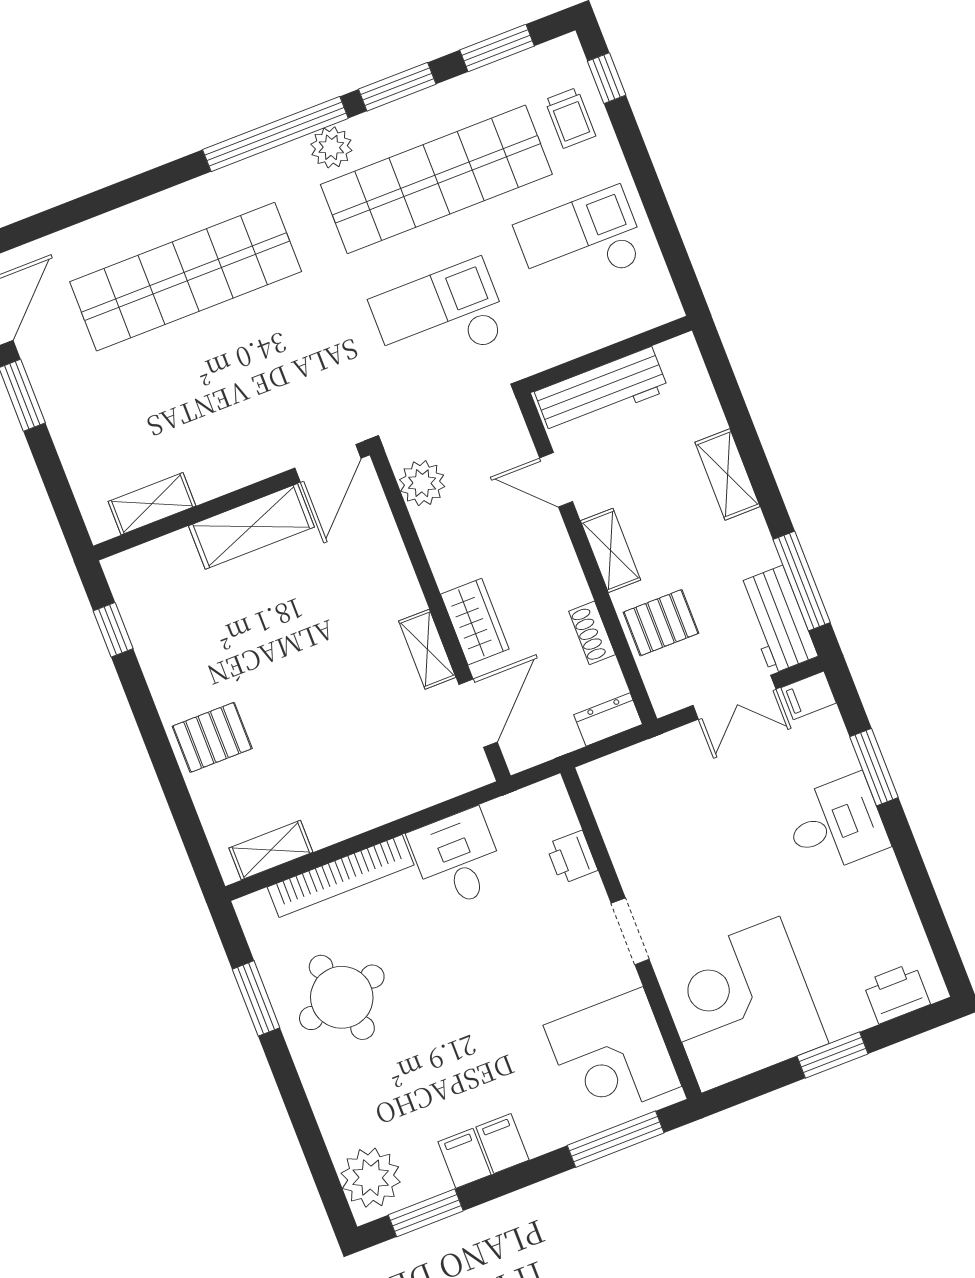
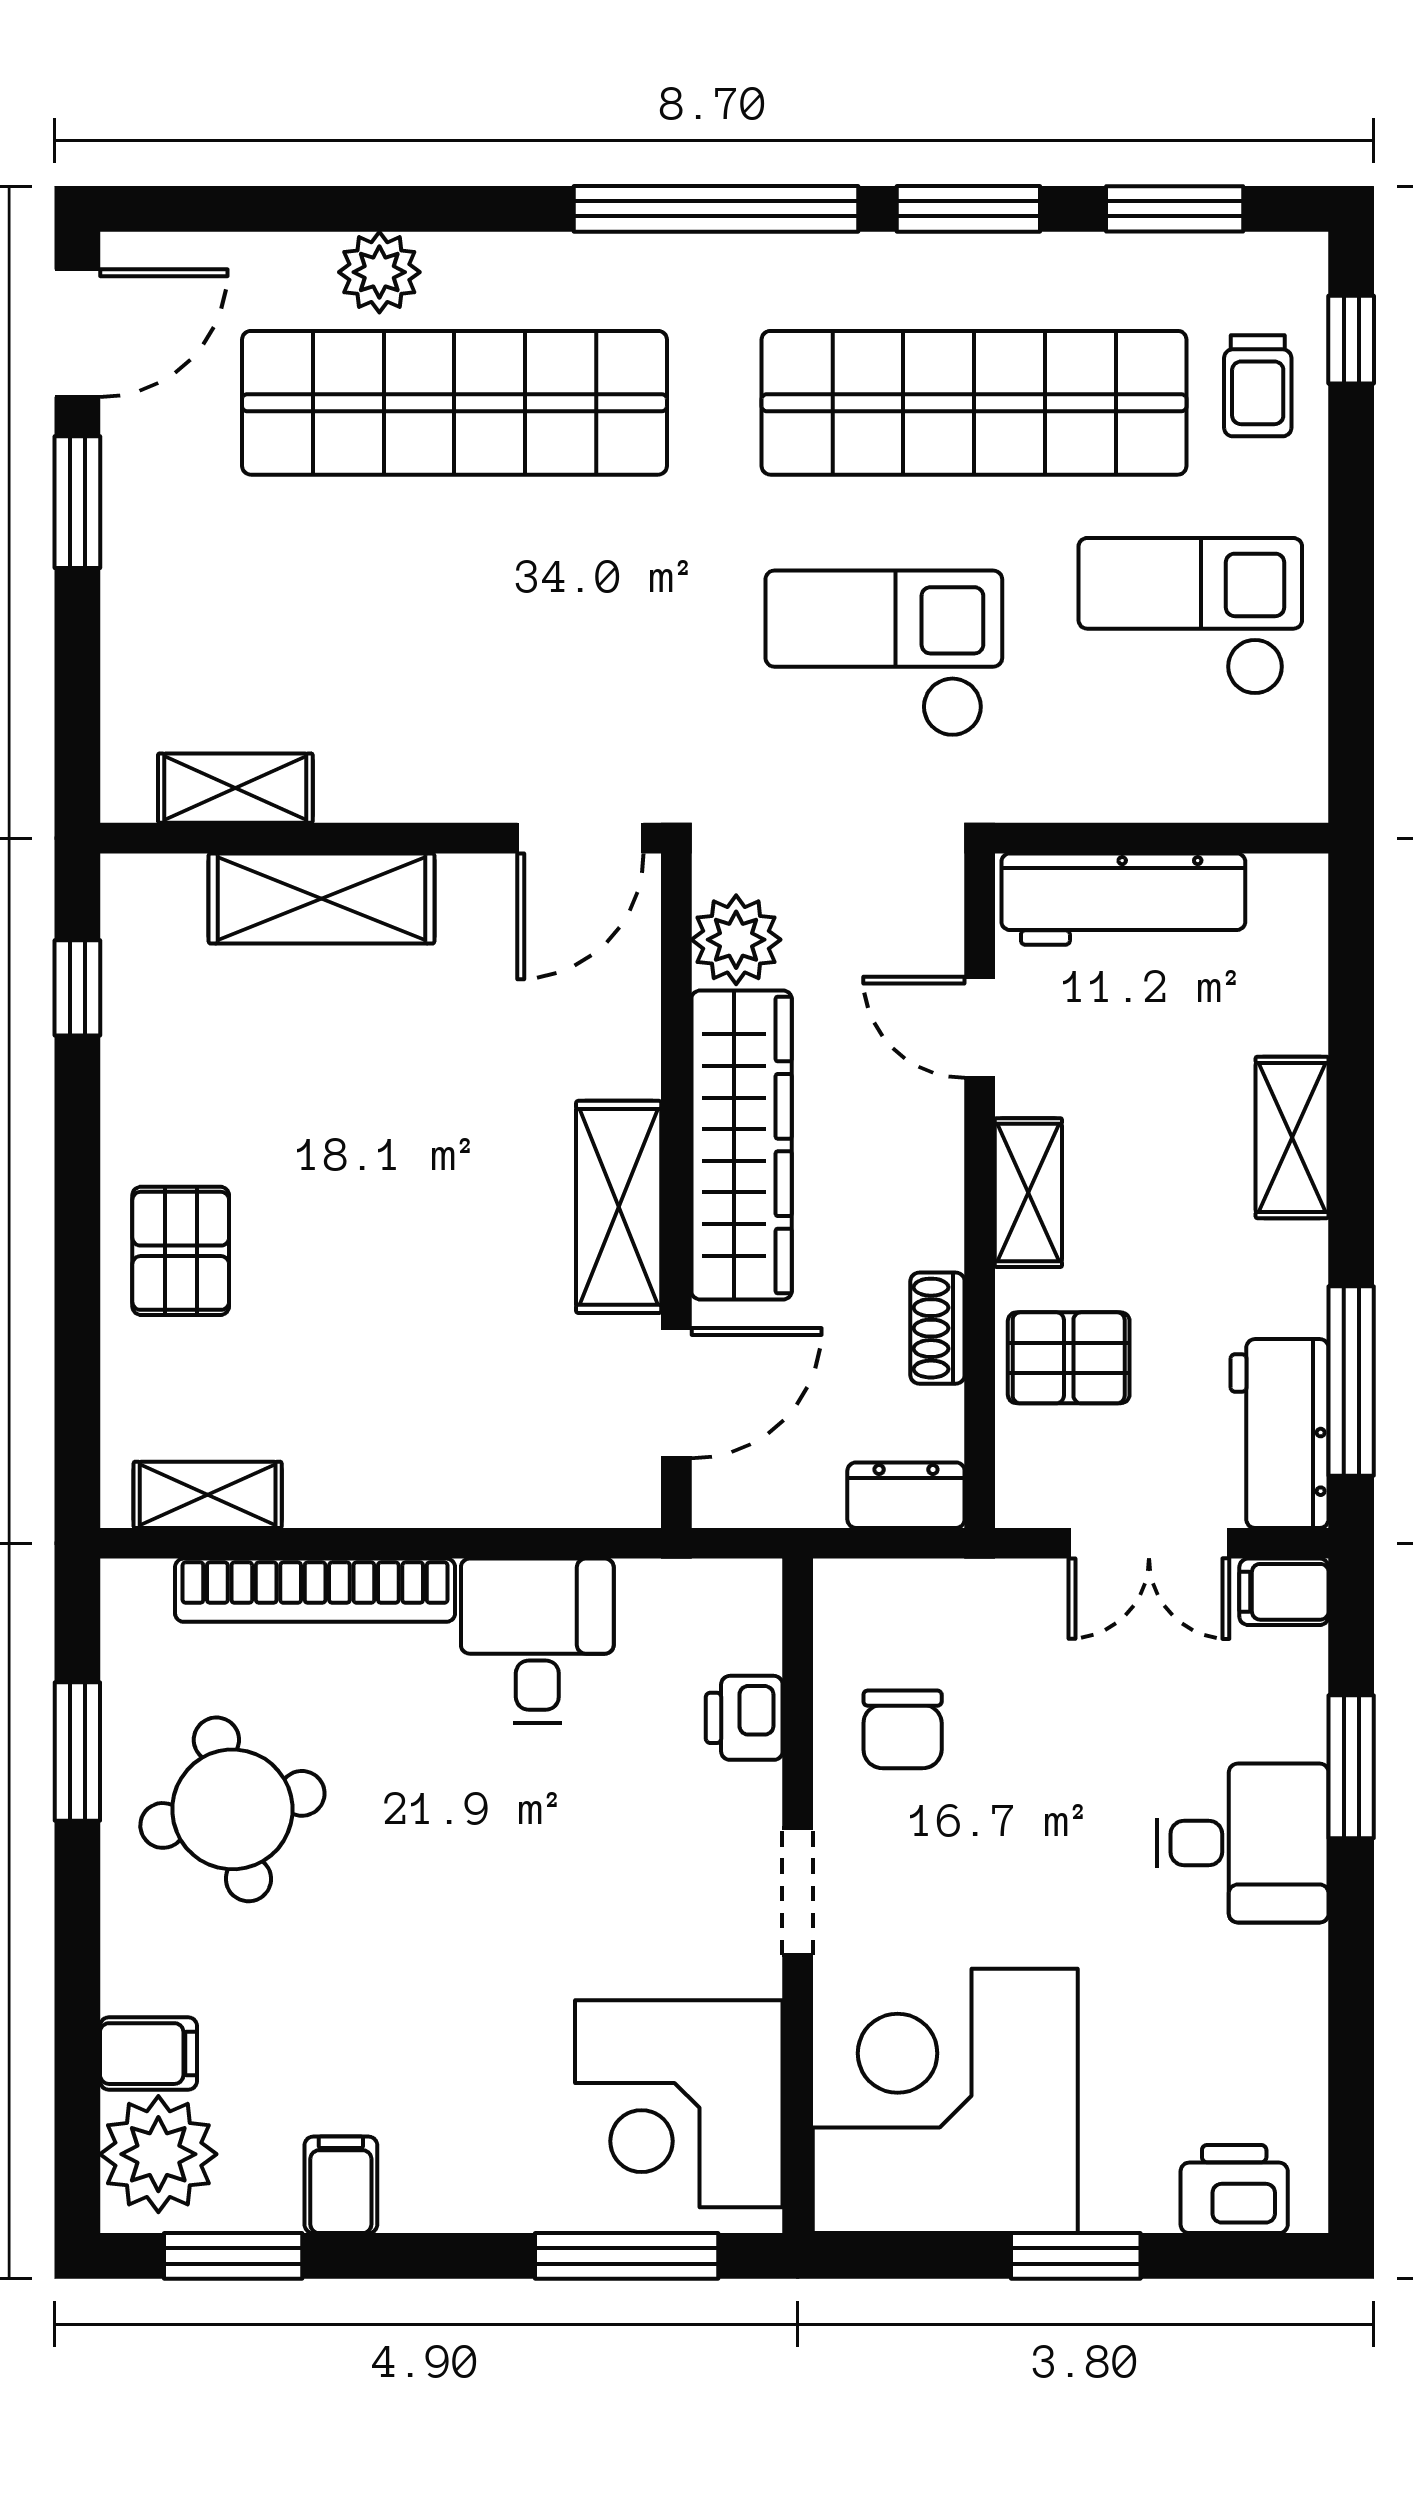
plant: (331, 147) -> (379, 272), moved
shelving: (251, 526) -> (322, 898), moved
wardrobe: (475, 622) -> (742, 1145), width x2.10, depth x1.17
shelving: (427, 649) -> (619, 1207), width x1.50, depth x1.33
pallet: (212, 737) -> (181, 1251), turned 90
chair: (650, 833) -> (903, 1729), added
filing cabinet: (502, 1144) -> (149, 2054), moved, turned 90

